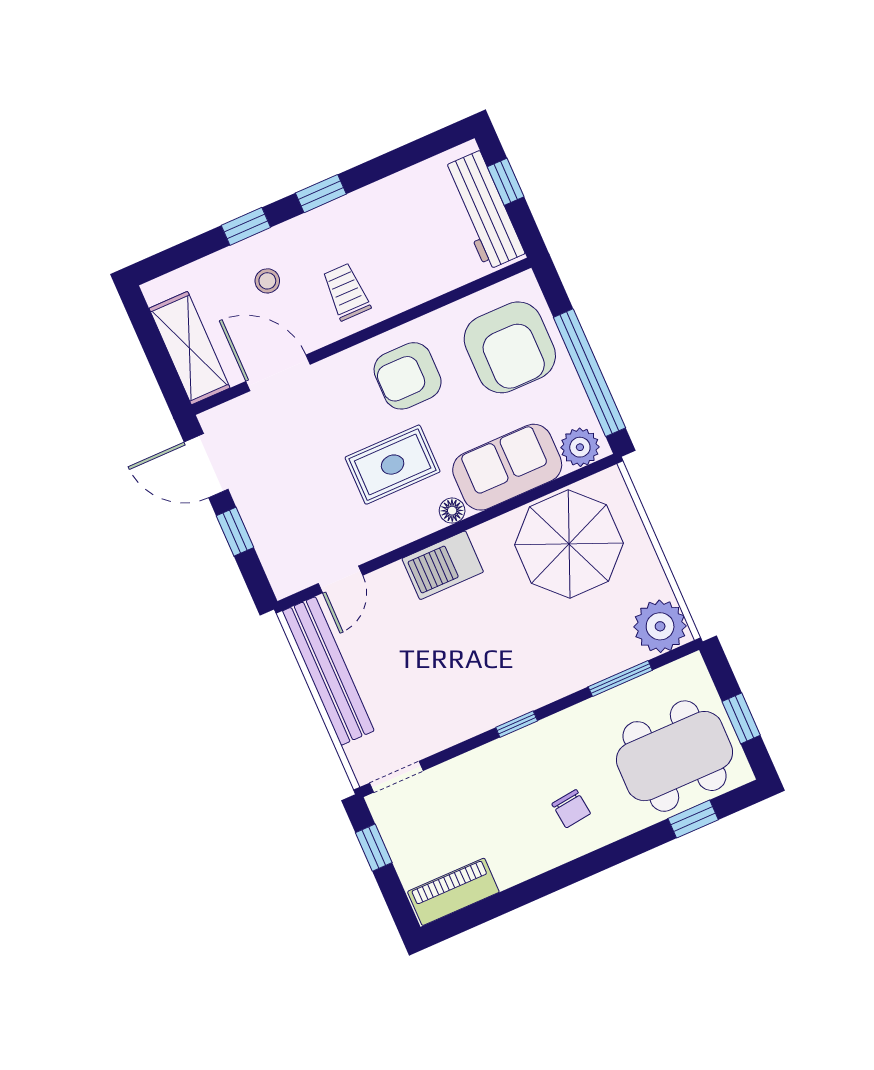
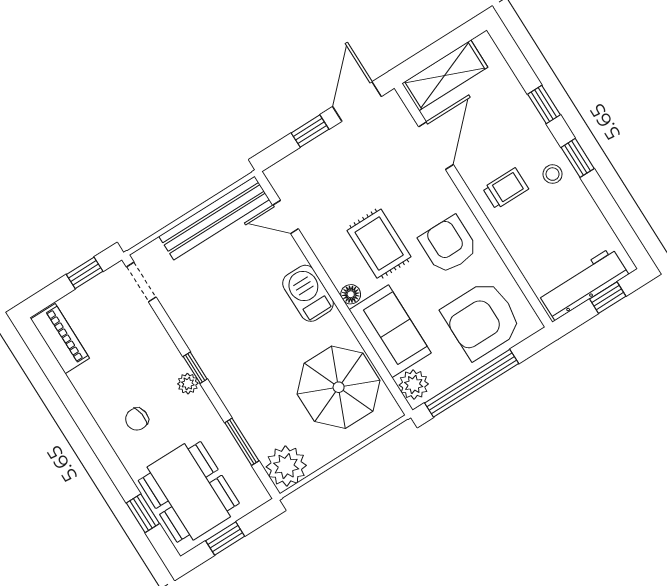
stool: (267, 281) -> (553, 174), moved
plant: (535, 737) -> (188, 384), added

